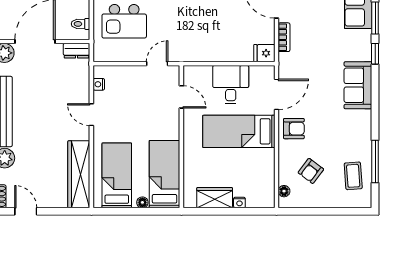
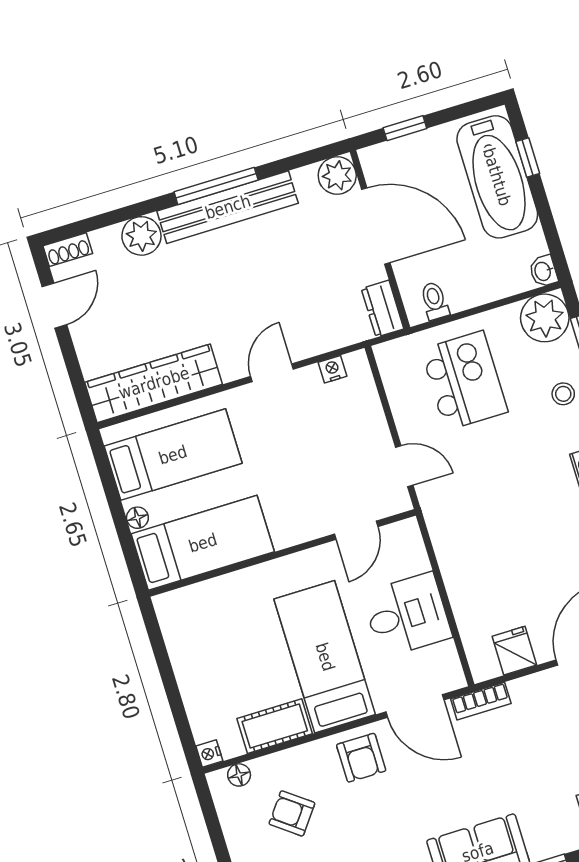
kitchen island: (124, 21) -> (464, 381), turned 180
bookcase: (284, 37) -> (481, 701), moved
fridge: (264, 53) -> (514, 651), moved
cot: (265, 166) -> (275, 726), added
wardrobe: (215, 198) -> (187, 649), removed
nightstand: (239, 203) -> (209, 754), moved

